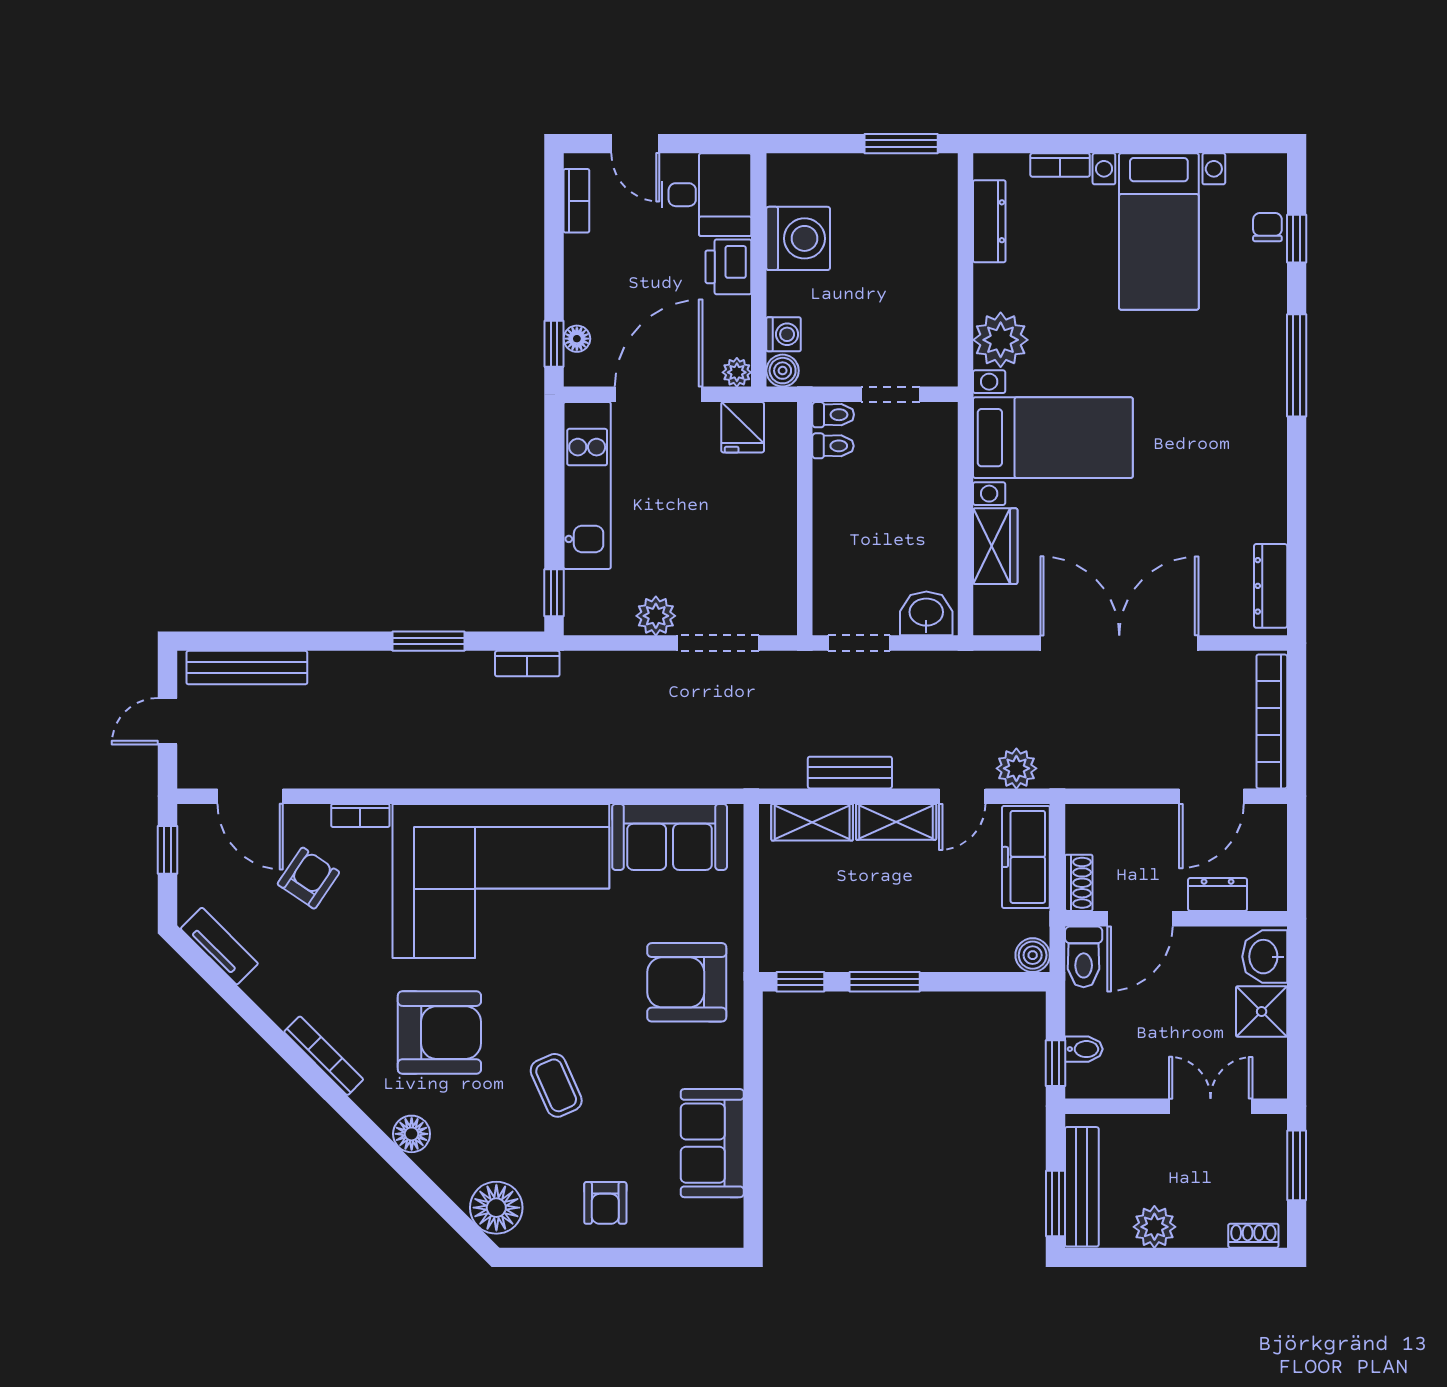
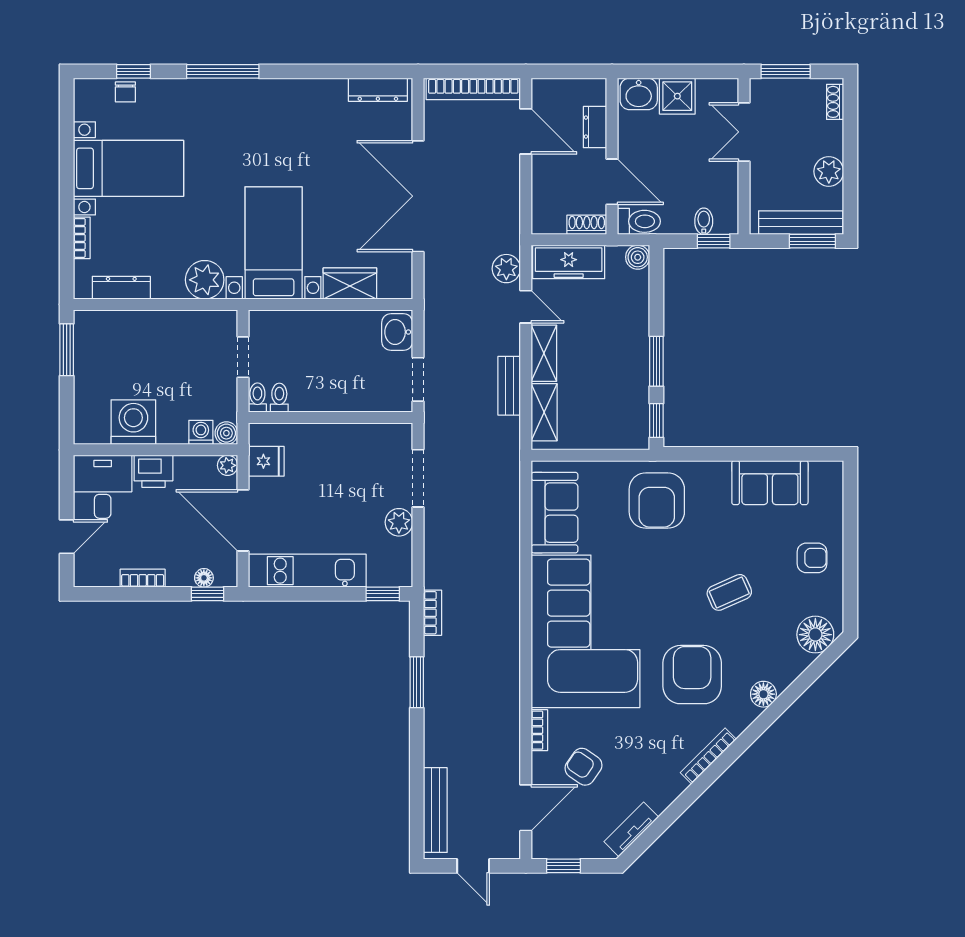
bookcase: (576, 201) -> (143, 578), moved
chair: (1267, 227) -> (125, 92), turned -90

